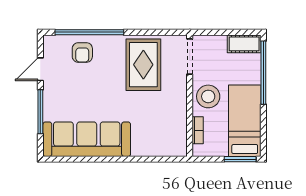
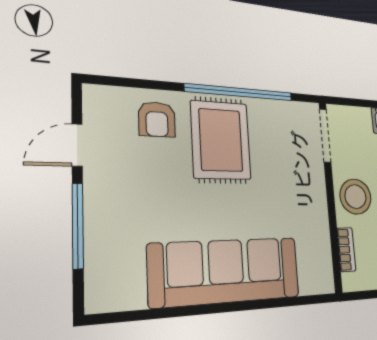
window: (89, 32) -> (240, 92), moved
rug: (143, 65) -> (221, 140), moved
sofa: (87, 139) -> (226, 271), moved

